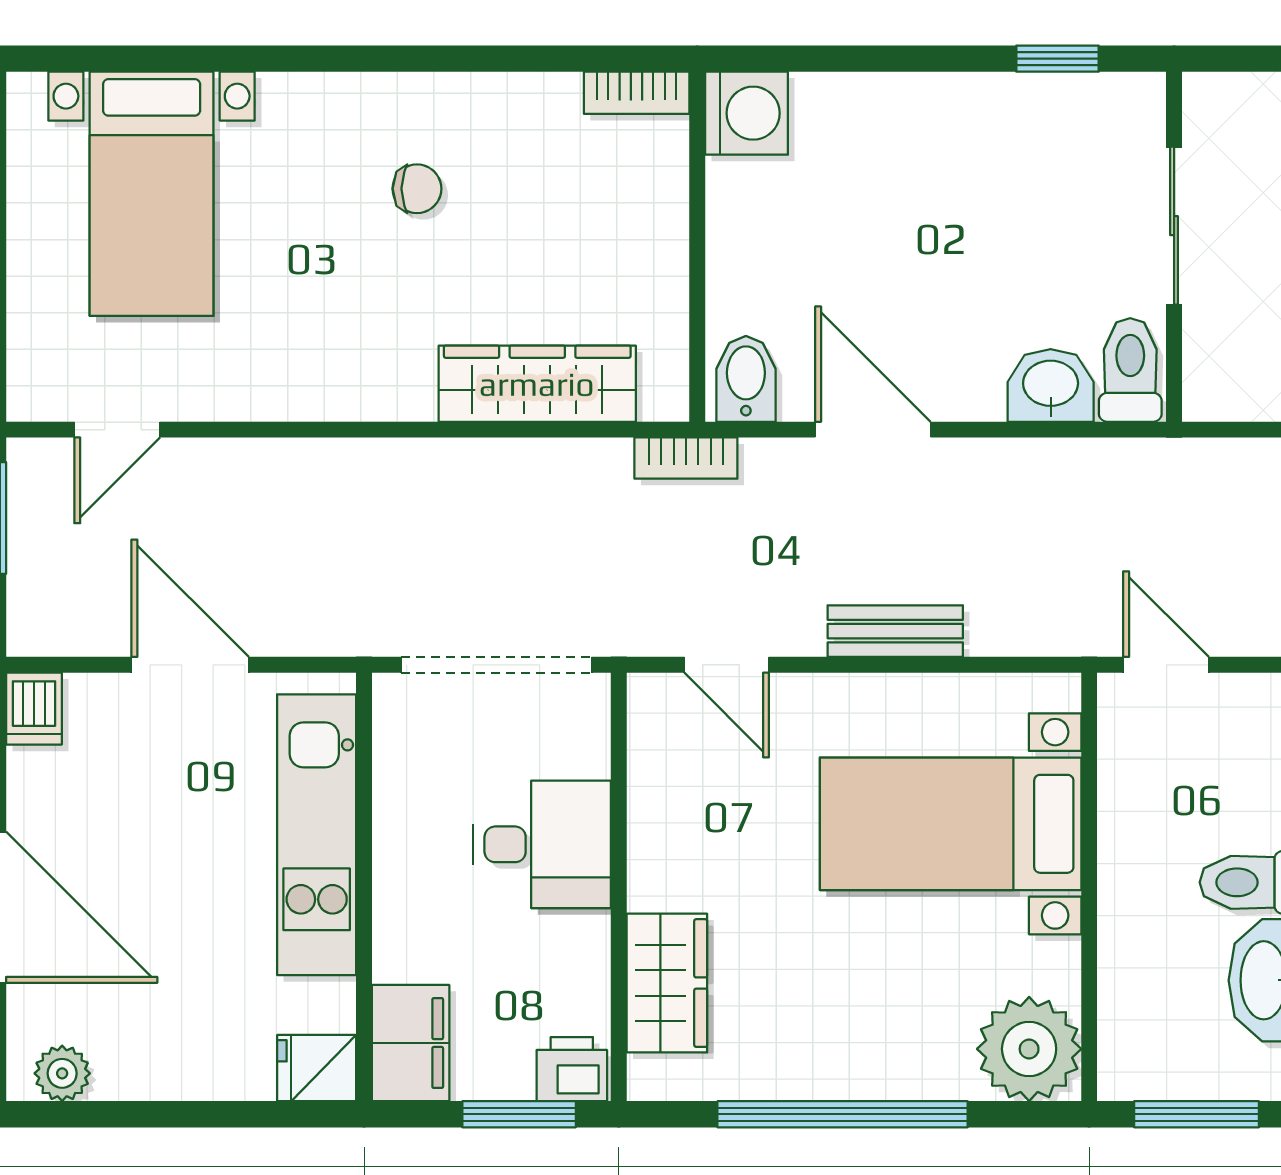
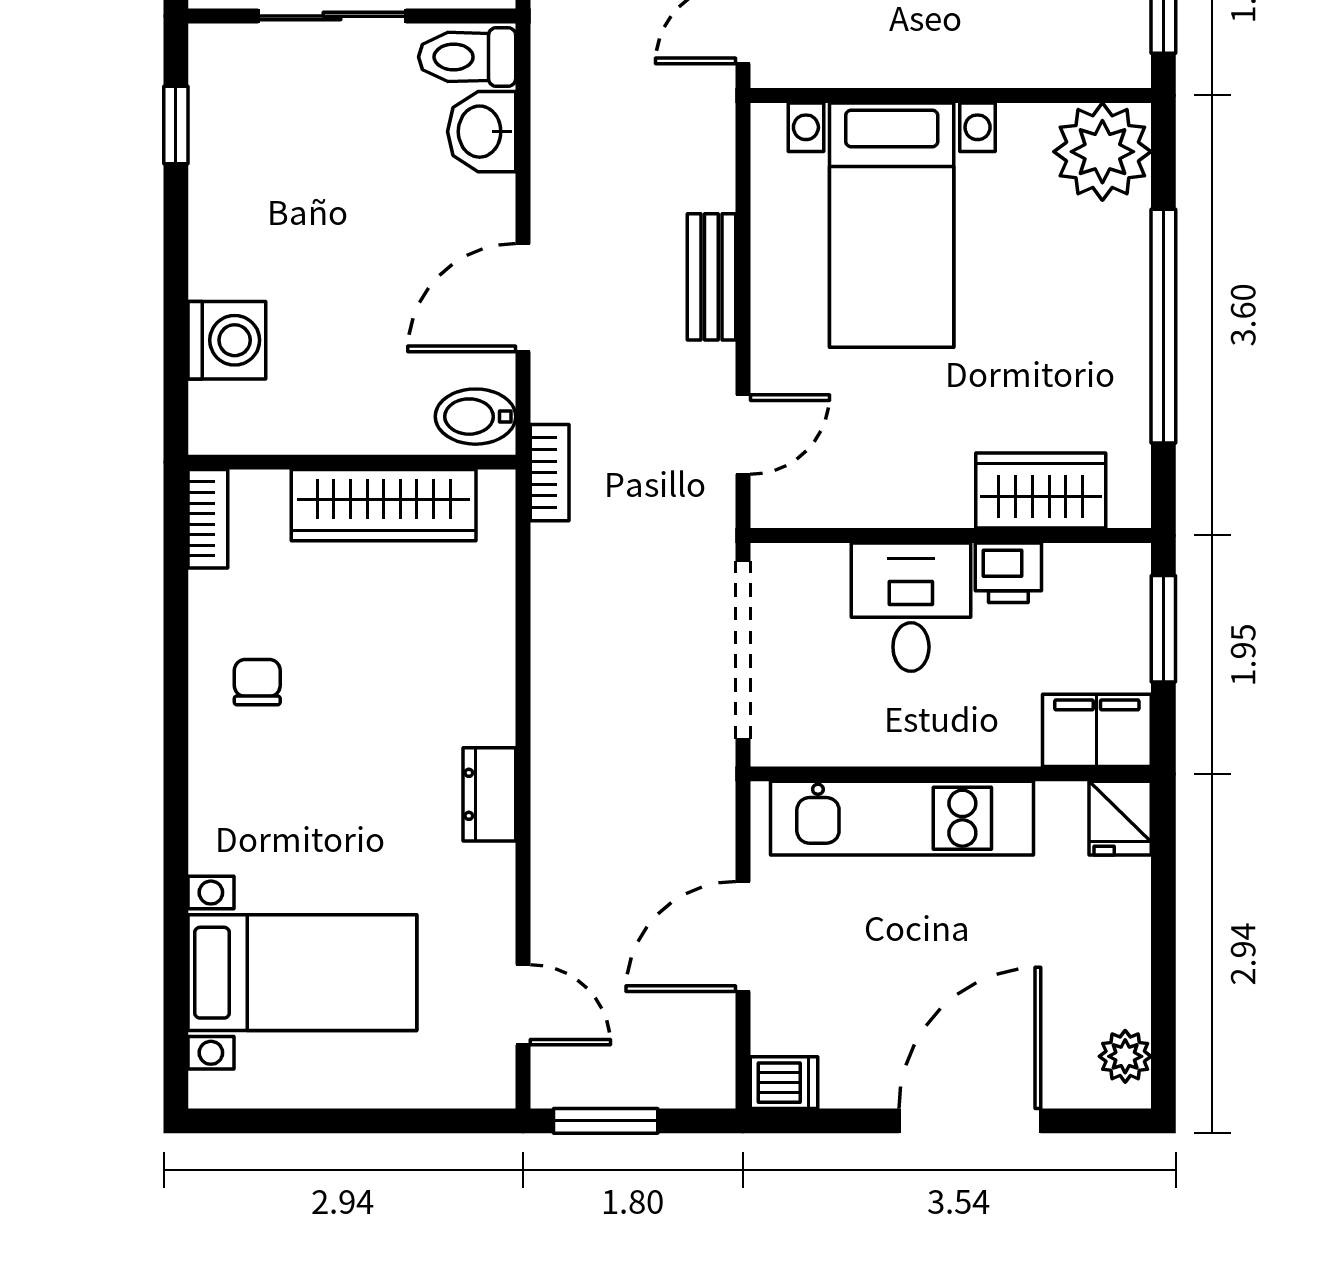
washing machine: (746, 113) -> (227, 340), moved, turned 90
chair: (417, 189) -> (257, 682), moved
wardrobe: (537, 384) -> (384, 505), moved, turned -90
dresser: (342, 394) -> (489, 794), added
printer: (572, 1069) -> (1008, 573), moved, turned -90

